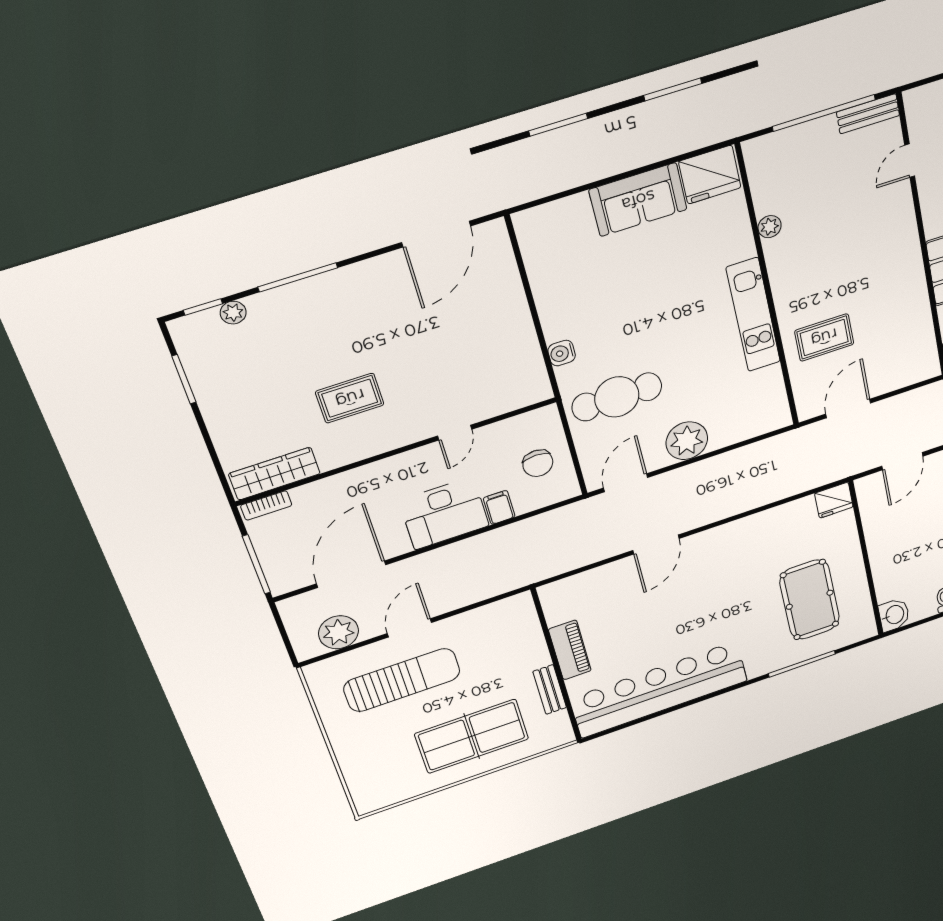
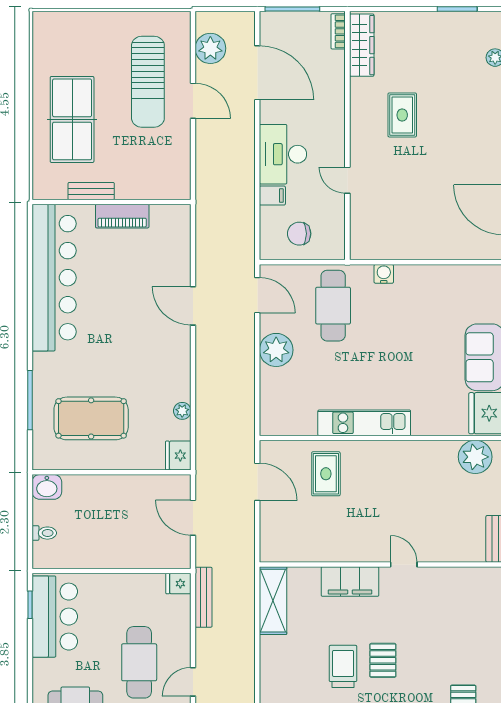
door: (910, 161) -> (404, 565), moved
plant: (770, 227) -> (475, 457), moved, width x1.87, depth x1.87
plant: (781, 514) -> (182, 411), added

